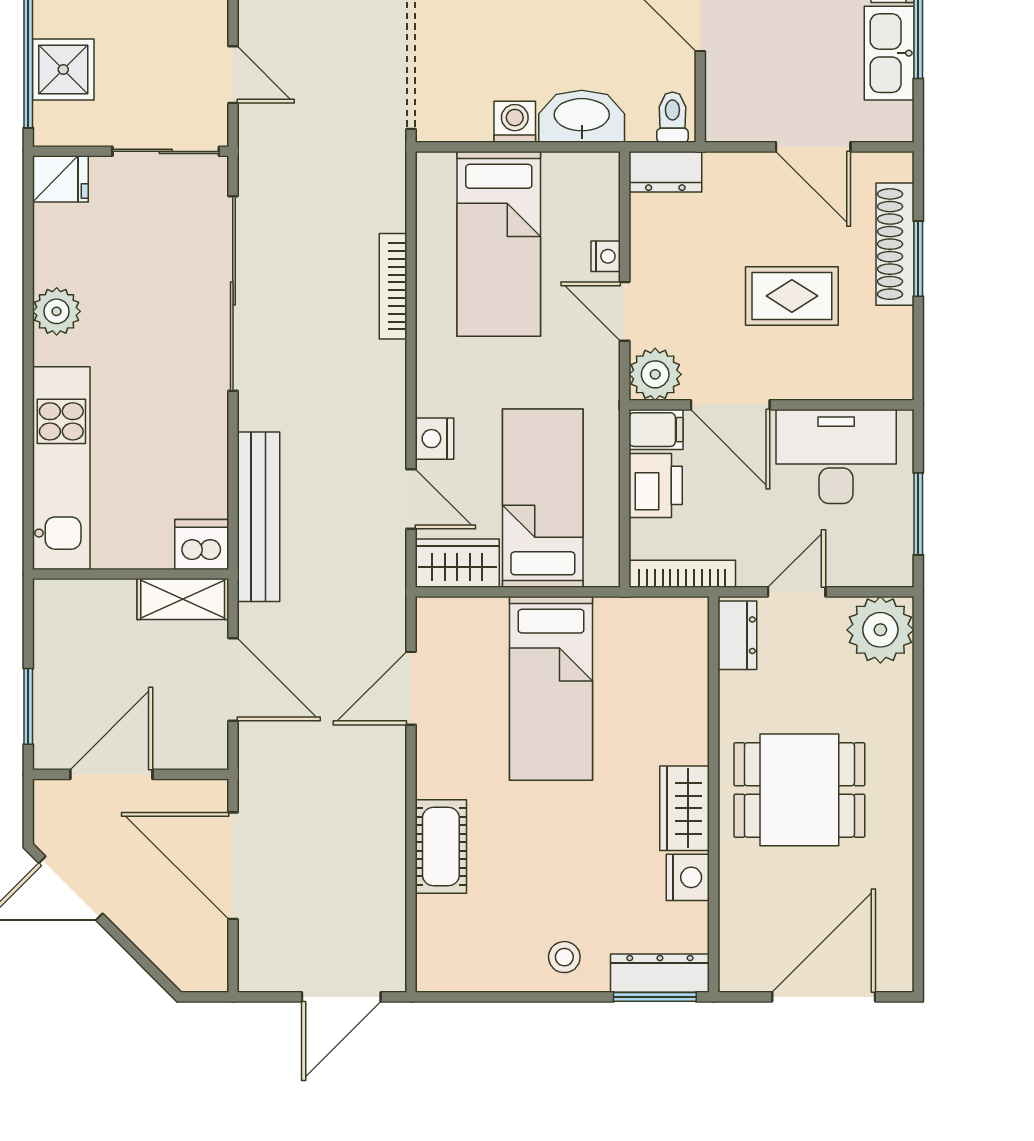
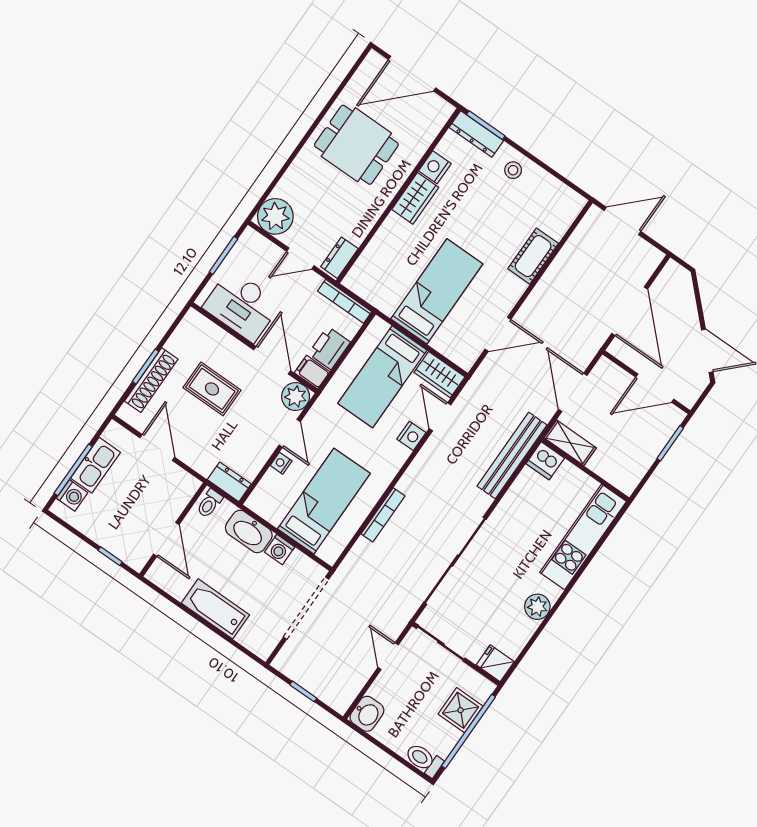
dining table: (799, 790) -> (356, 145), moved

